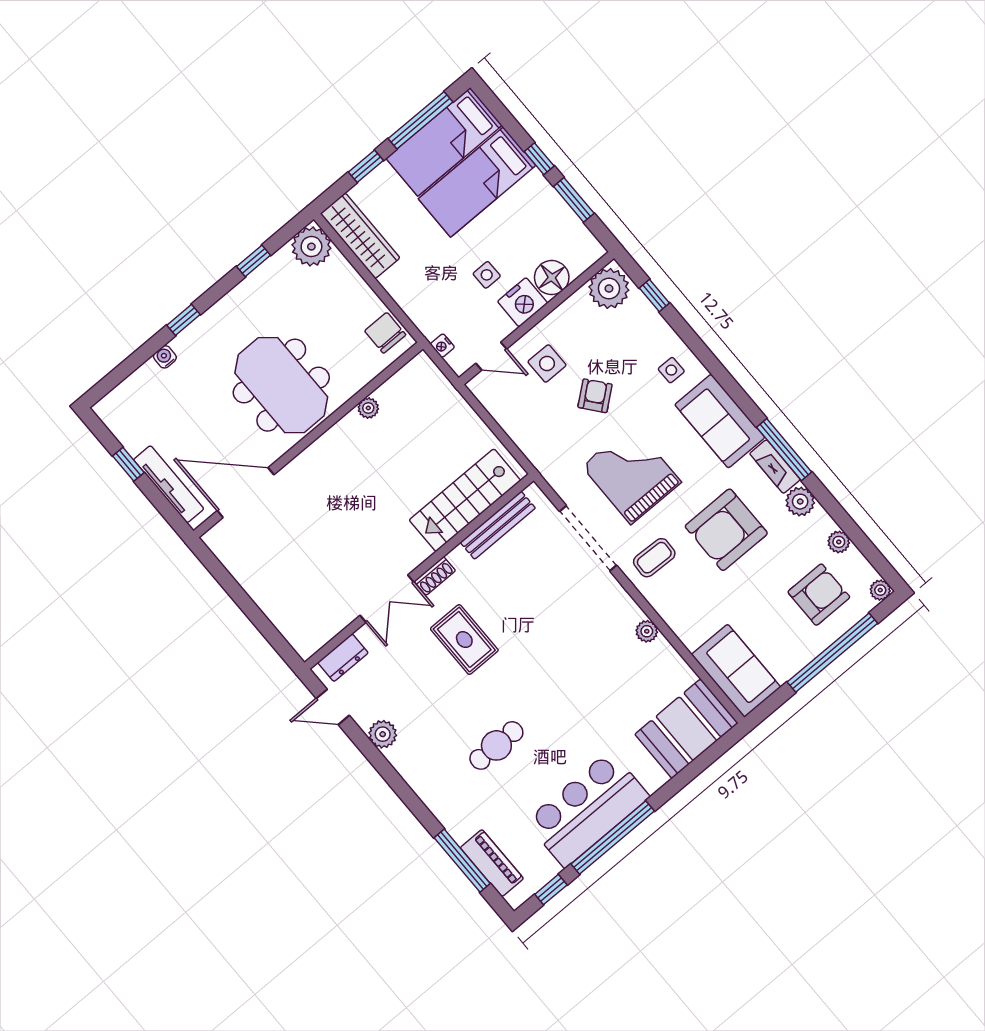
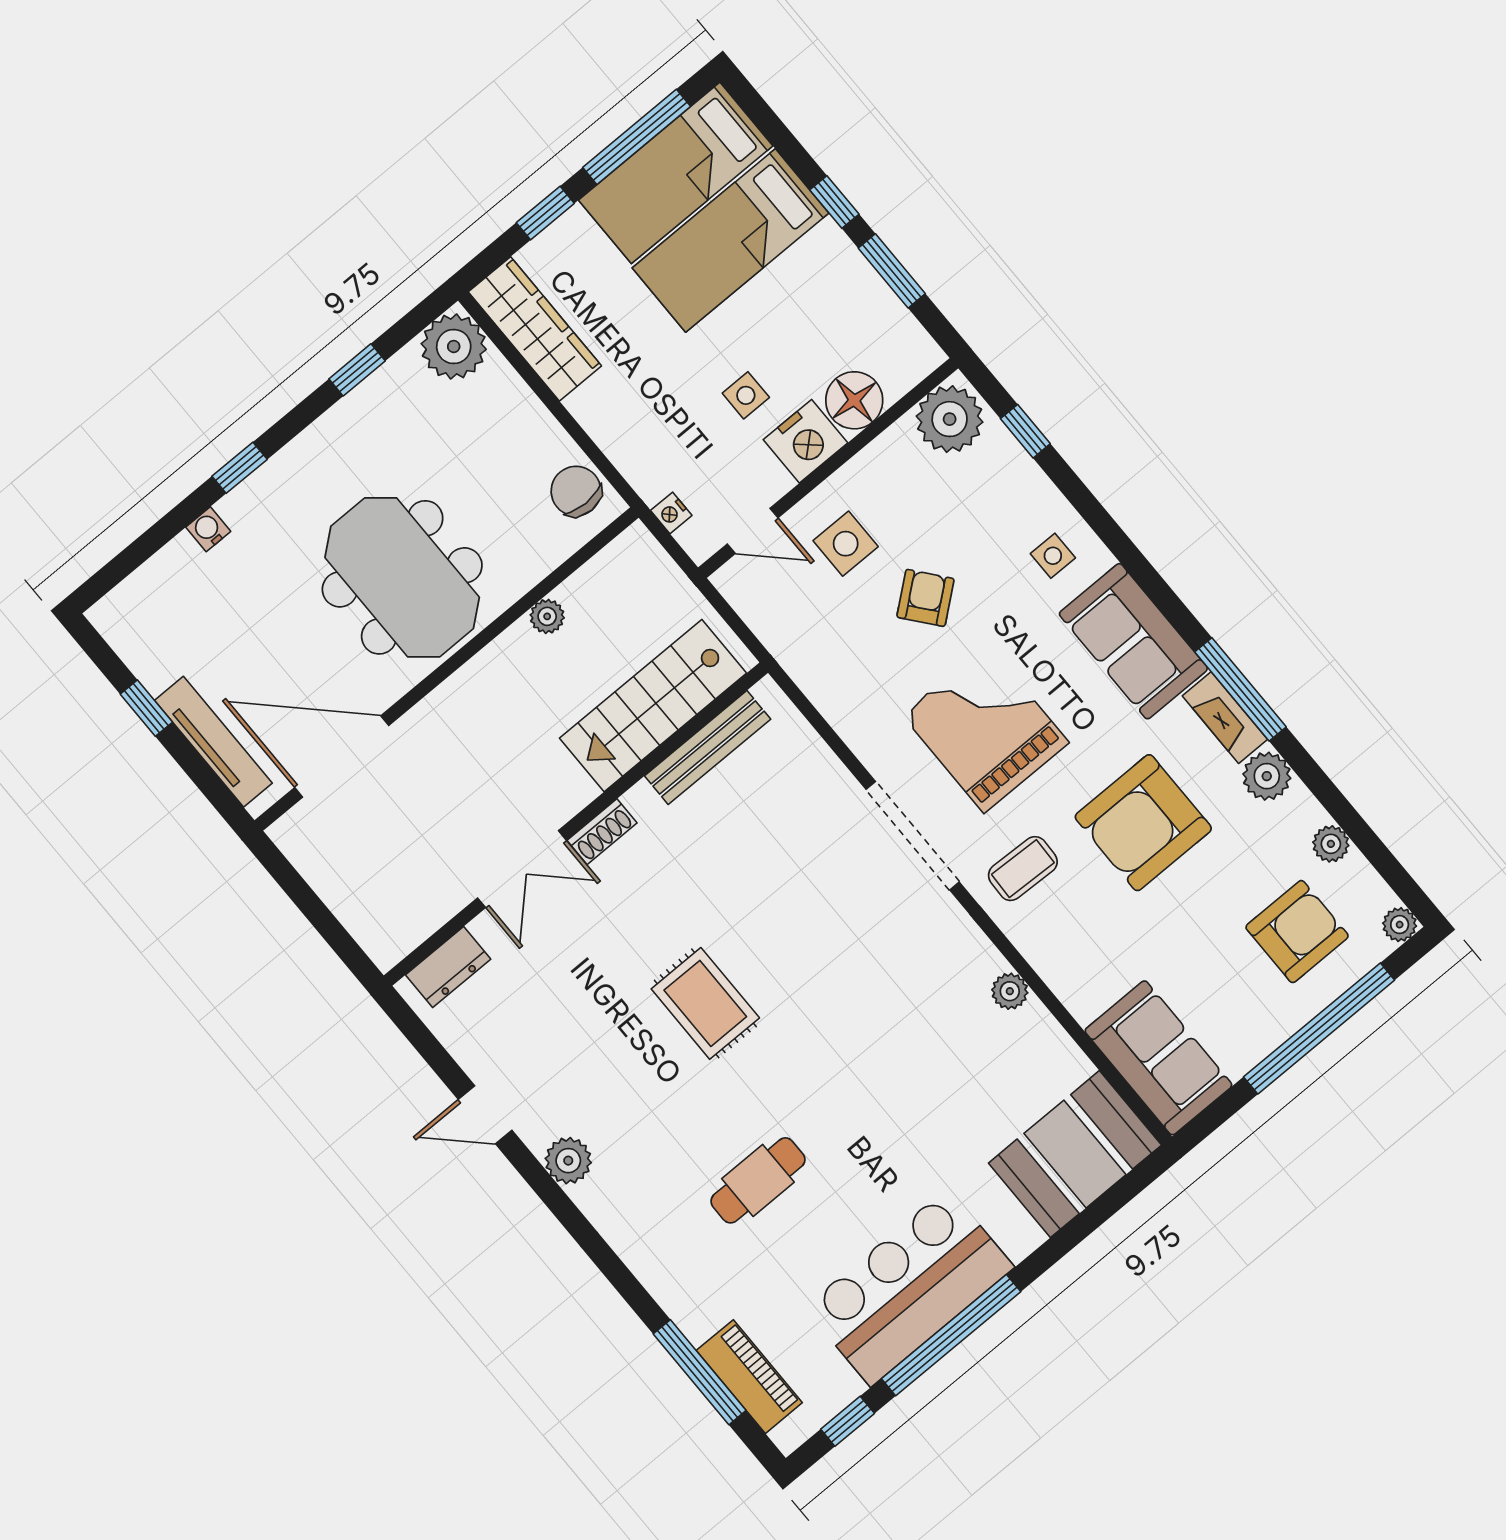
stairs: (465, 500) -> (653, 706), moved
bench: (498, 525) -> (708, 748), moved
wall: (419, 572) -> (576, 824), moved
shoe rack: (435, 576) -> (602, 832), moved
double door: (387, 599) -> (522, 869), moved
dresser: (343, 658) -> (448, 967), moved

